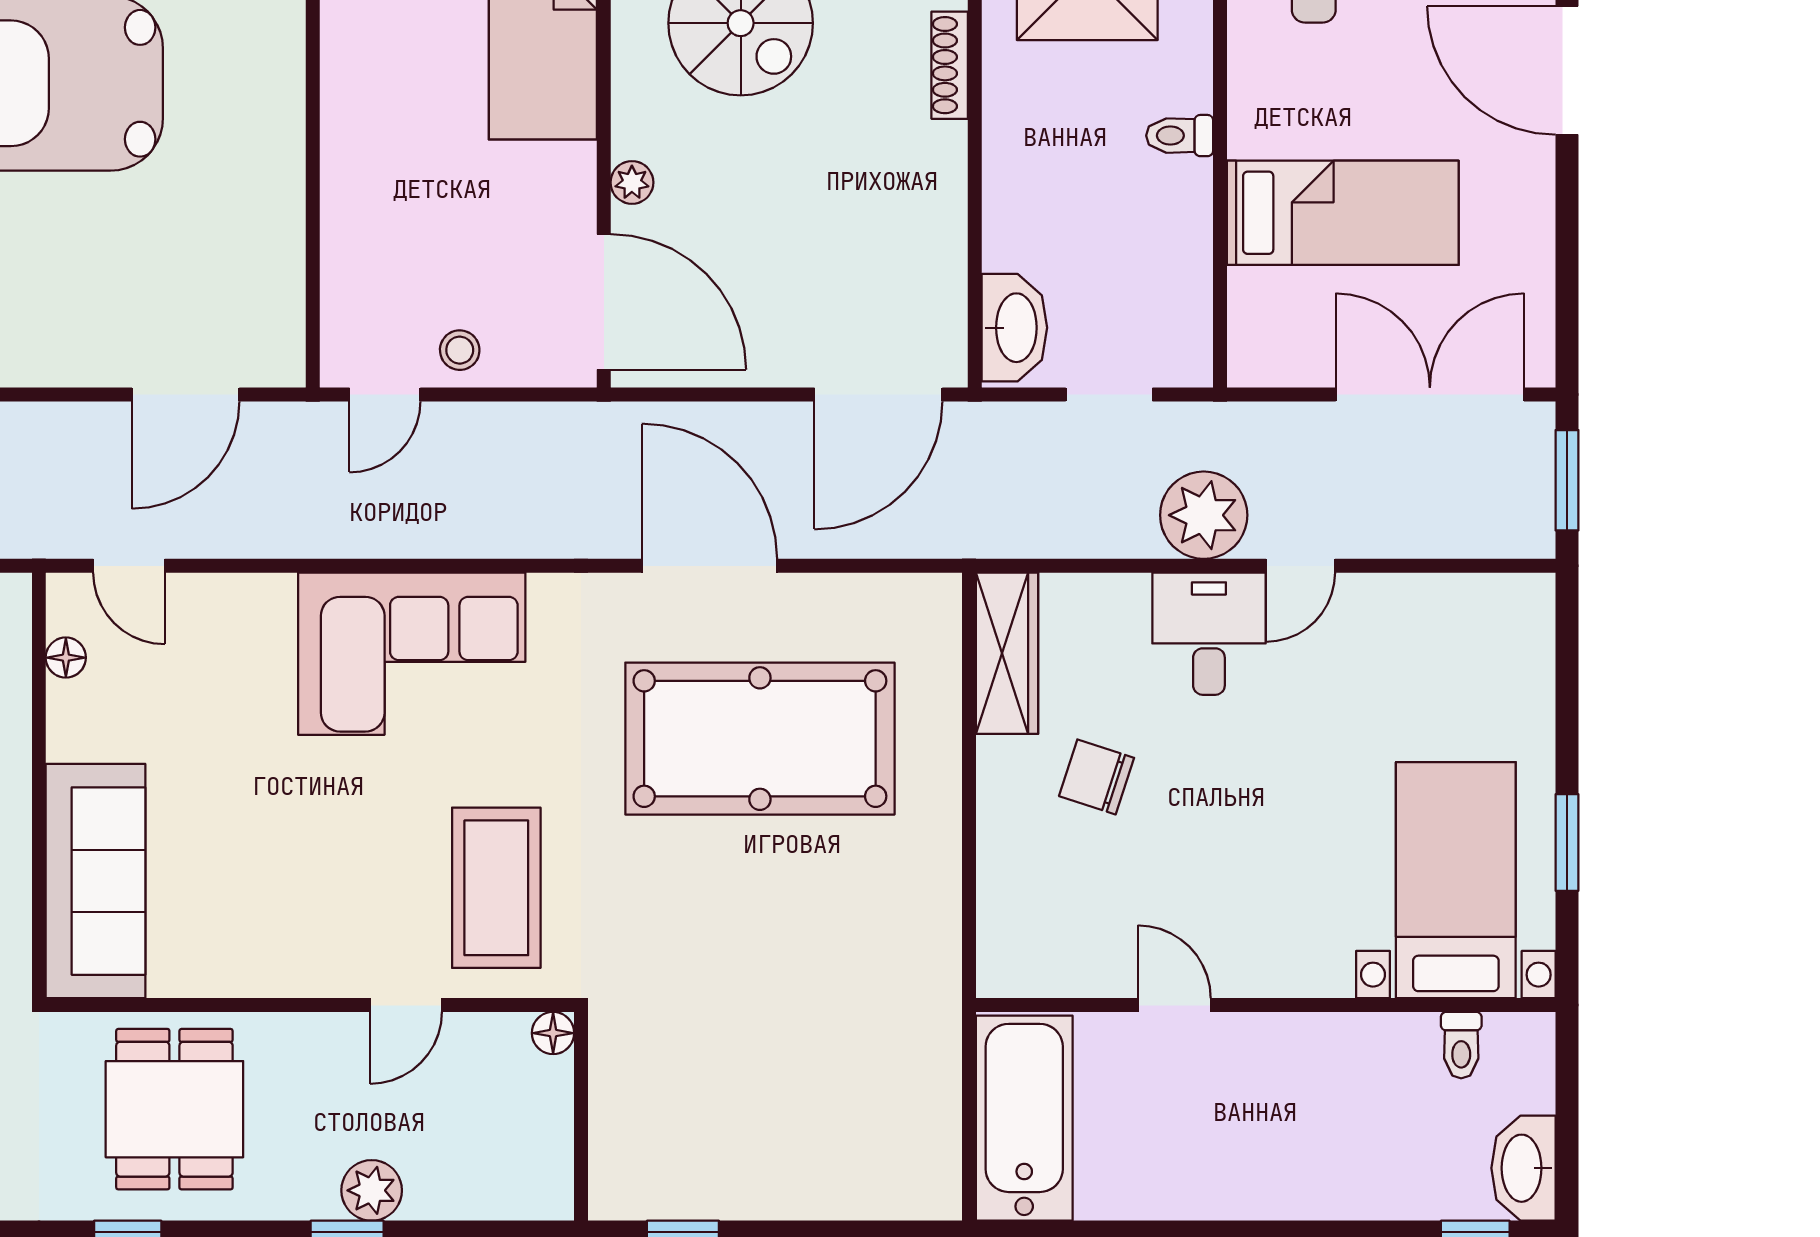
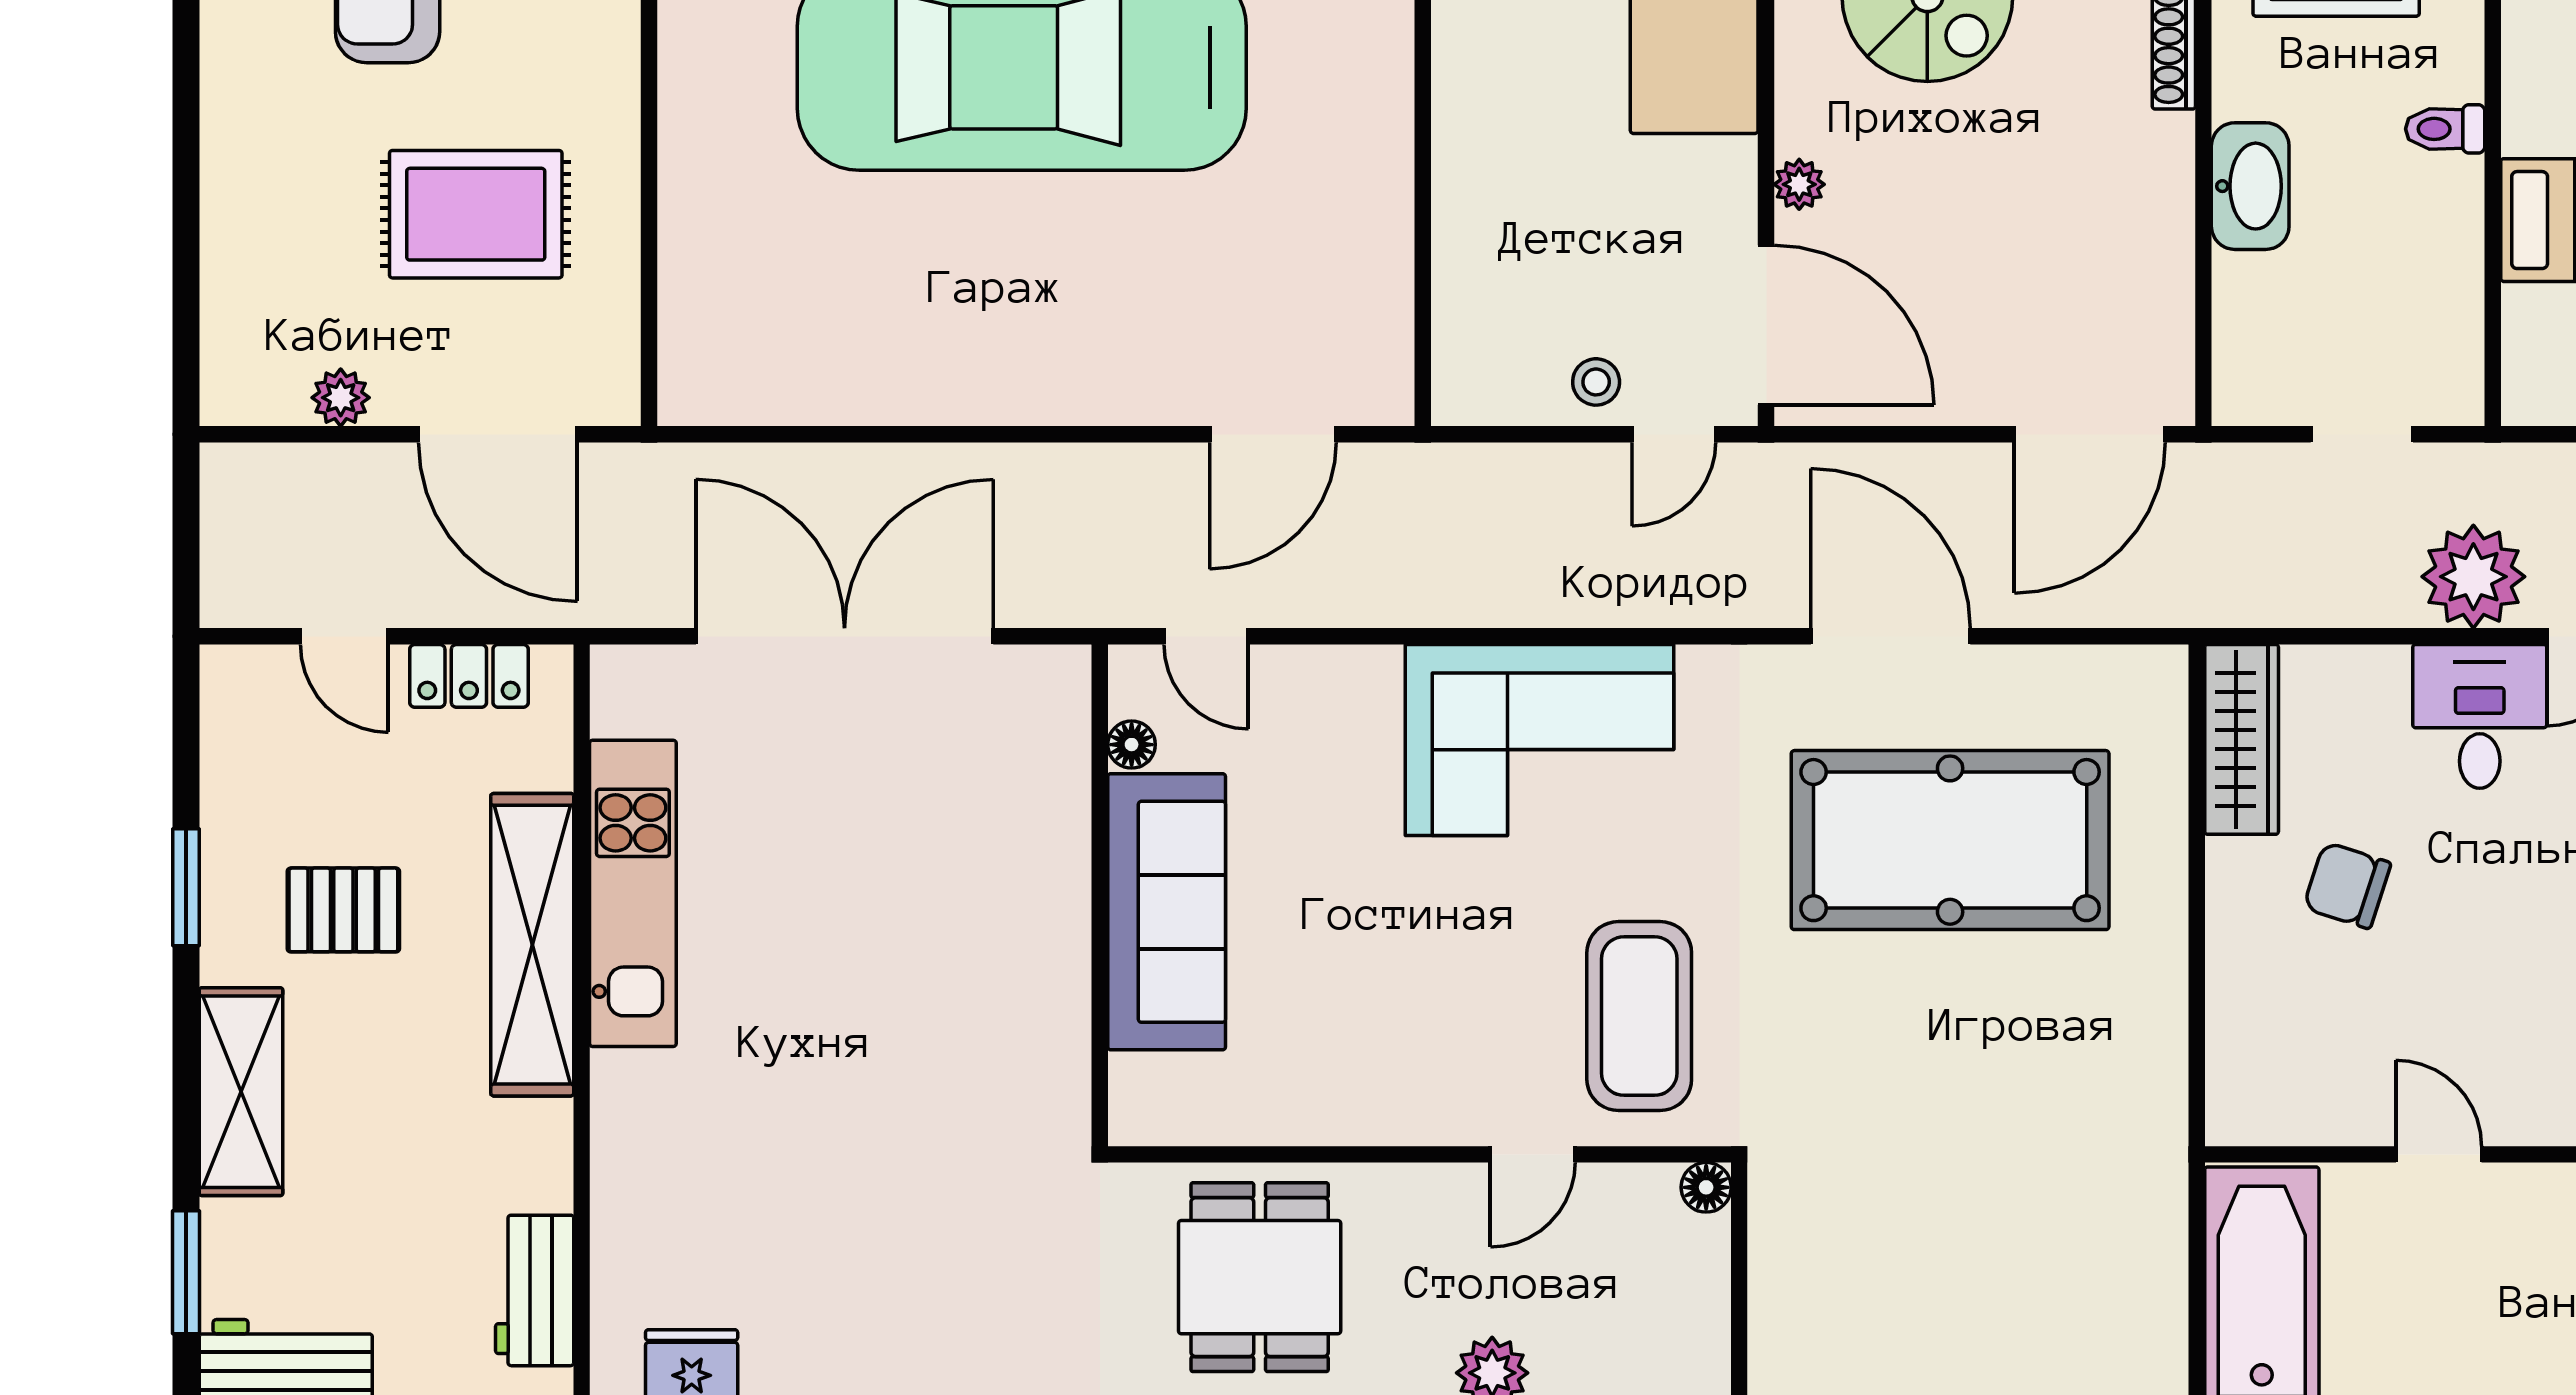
washbasin: (1014, 328) -> (2250, 186), moved
door: (385, 394) -> (1674, 434), moved
sofa: (96, 881) -> (1167, 912), moved

